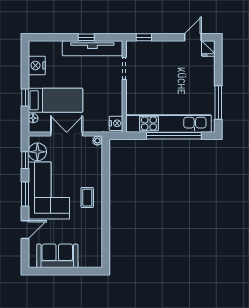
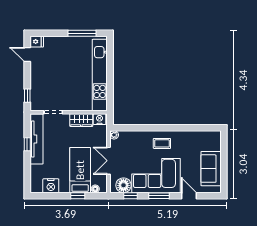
wardrobe: (115, 102) -> (81, 120), added
window: (174, 136) -> (110, 70), removed

